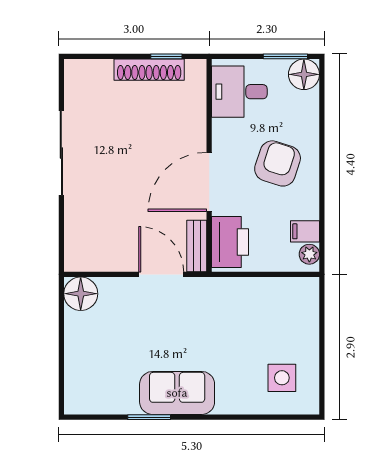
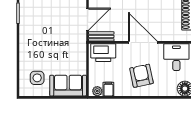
armchair: (278, 163) -> (141, 76), turned -120
door: (209, 182) -> (143, 42), moved
sofa: (177, 393) -> (68, 86), moved, turned -90

